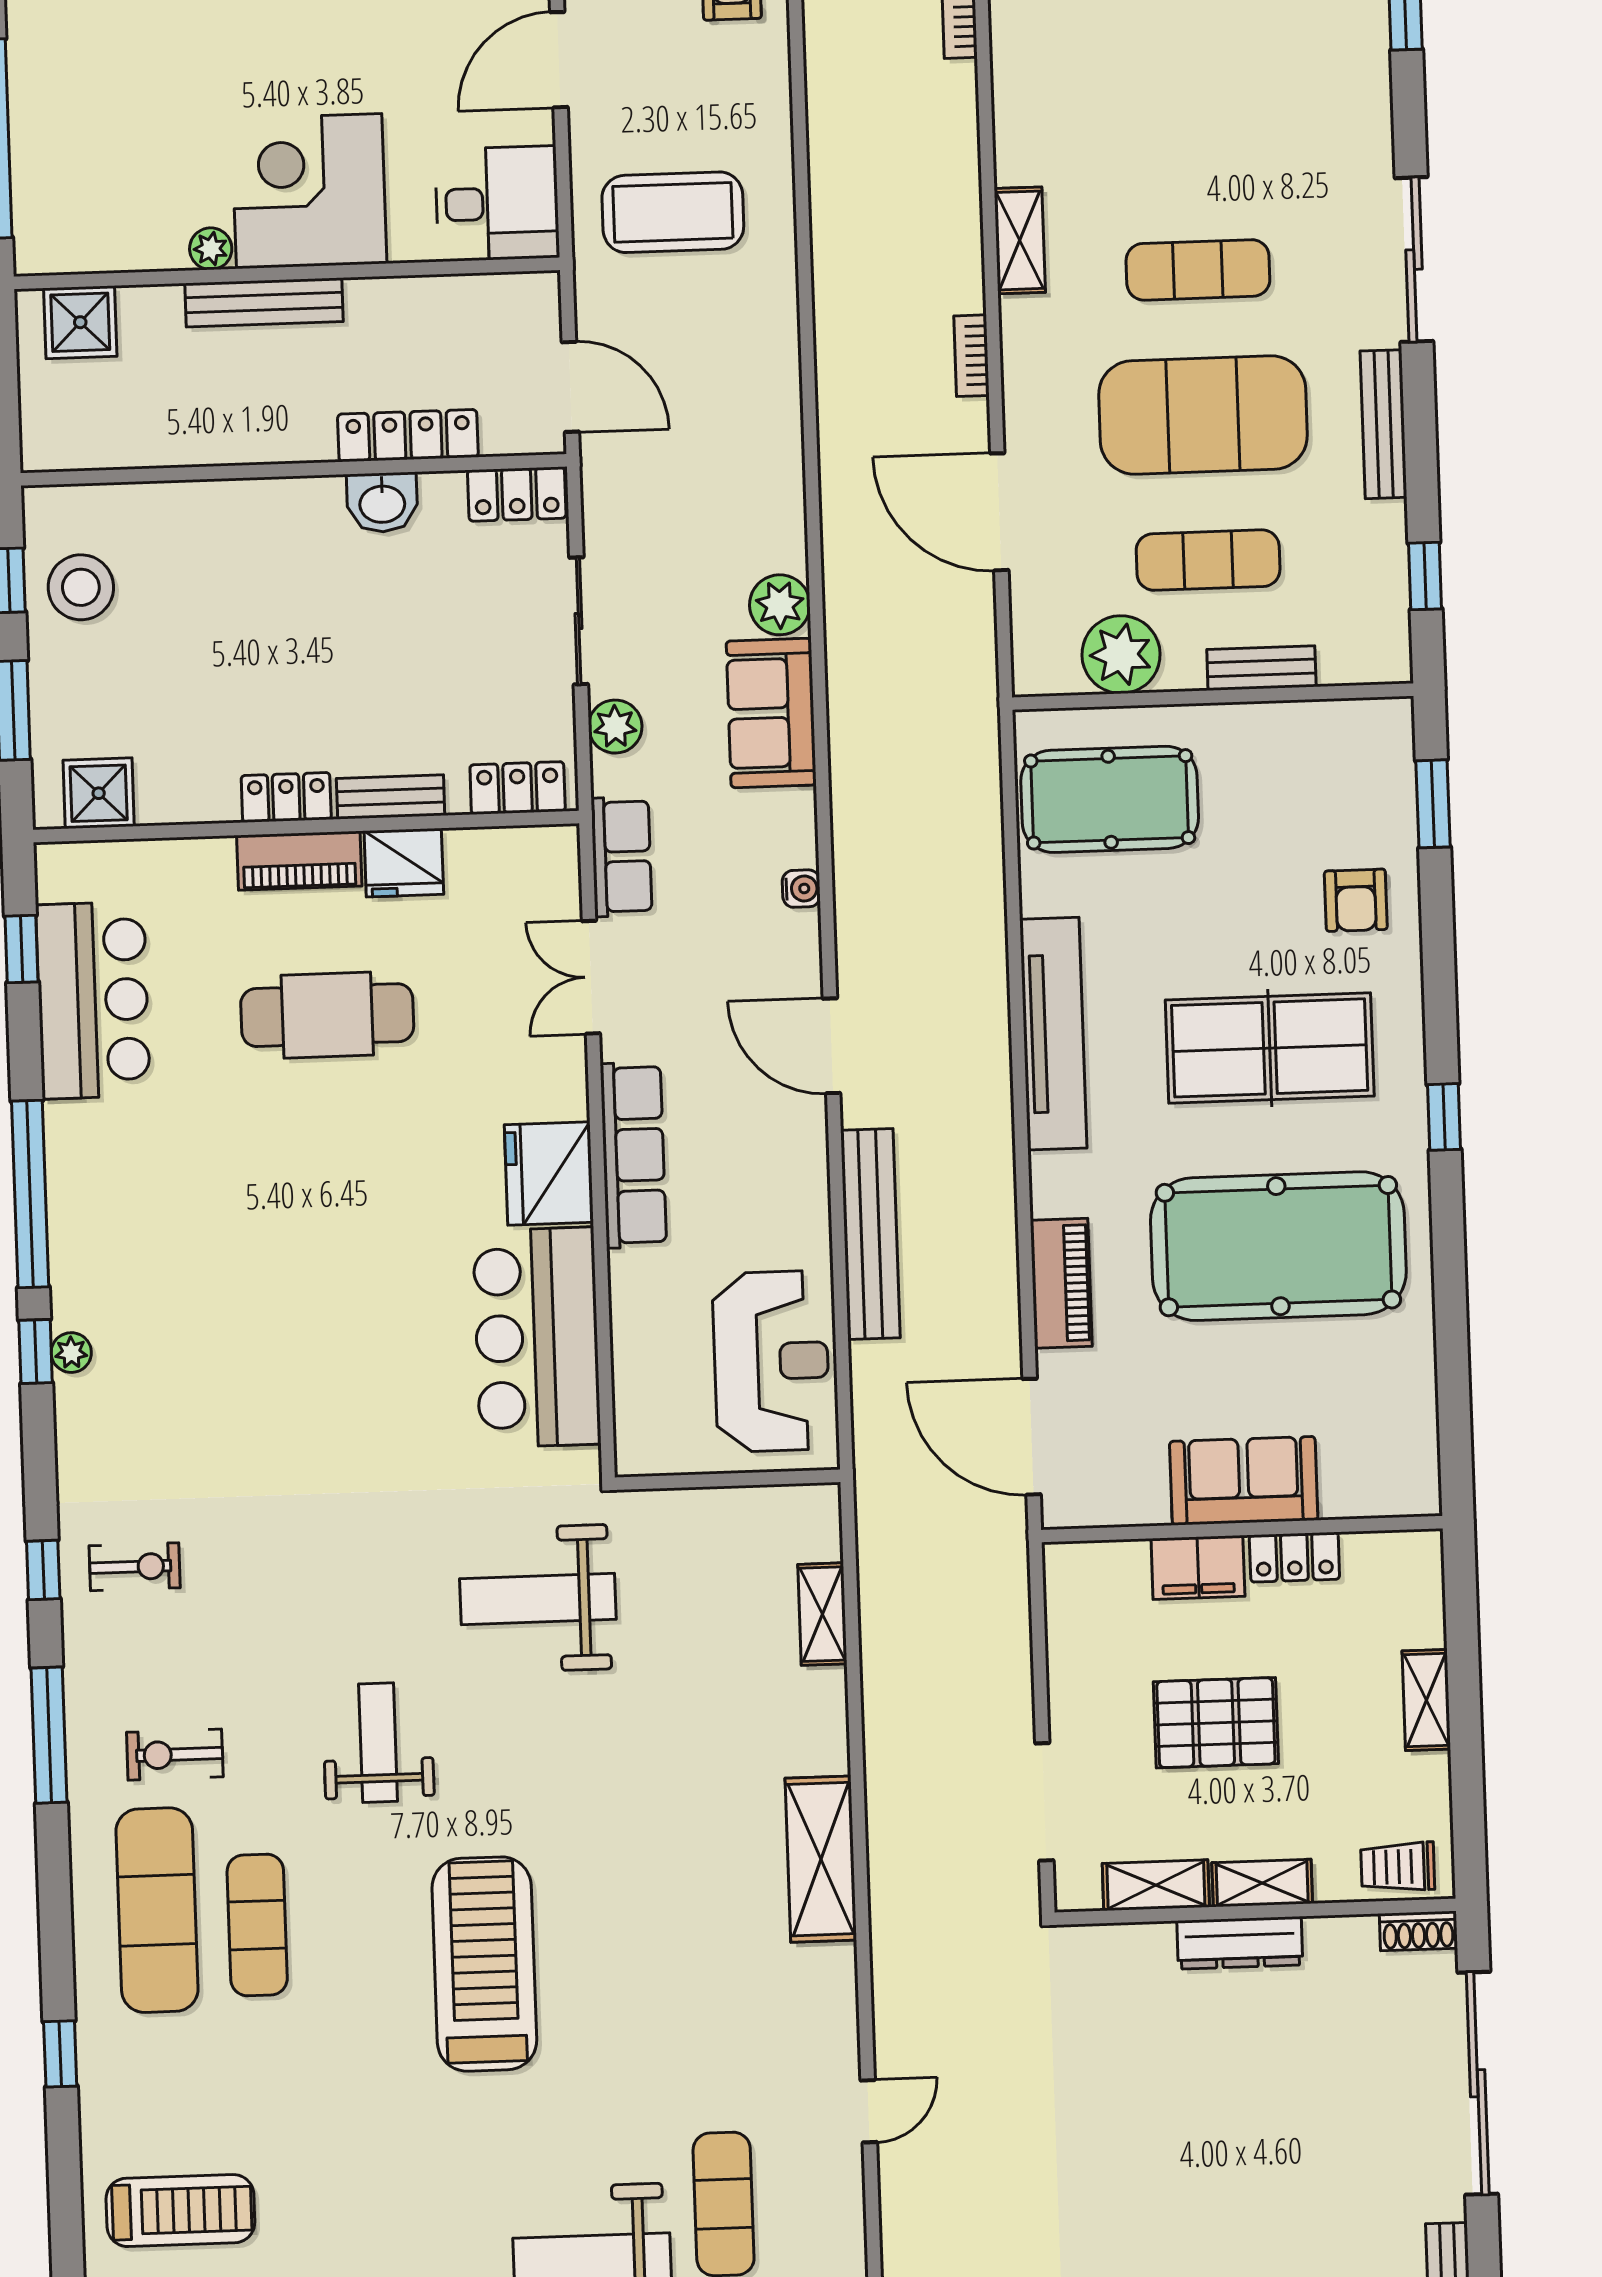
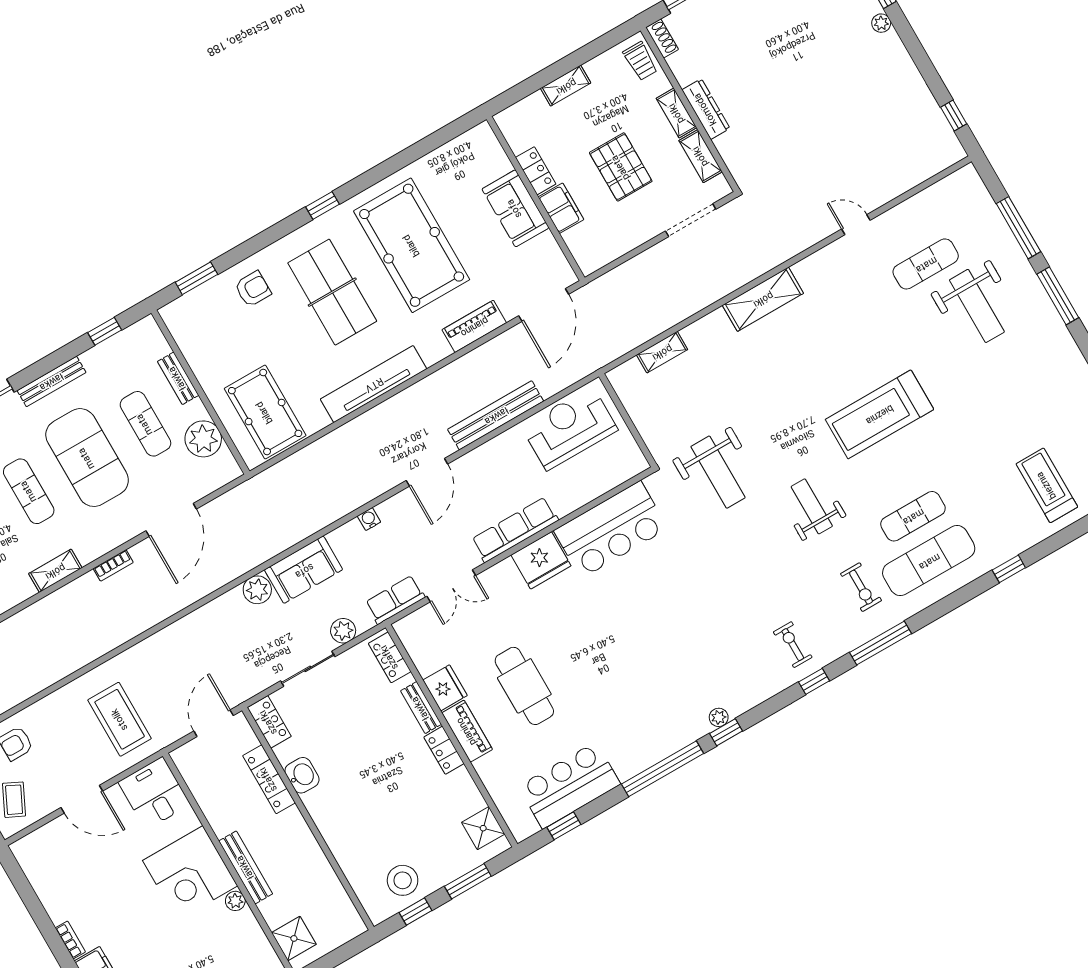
weight bench: (378, 1743) -> (812, 506), turned 90

